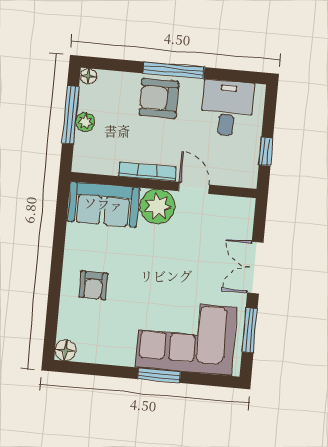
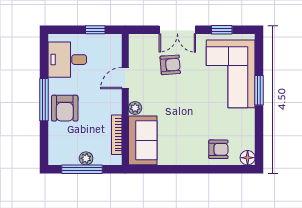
floor lamp: (88, 76) -> (54, 159), removed
bookcase: (147, 172) -> (117, 135), moved
plant: (157, 207) -> (135, 108), width x0.53, depth x0.53
armchair: (207, 253) -> (170, 65), added
armchair: (93, 285) -> (218, 149), moved
window: (250, 330) -> (222, 30), width x0.67

